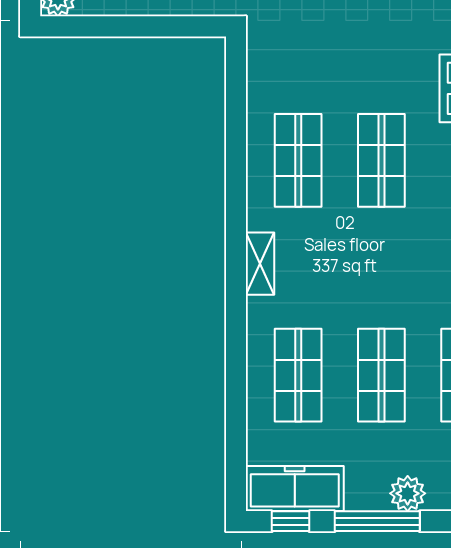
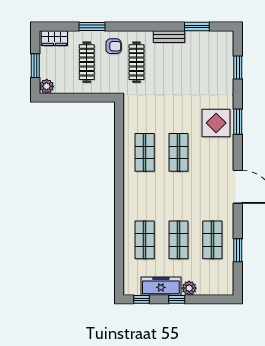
shelving: (260, 264) -> (129, 194), removed
freezer: (295, 489) -> (161, 286), moved
window: (377, 521) -> (177, 299), width x0.46

